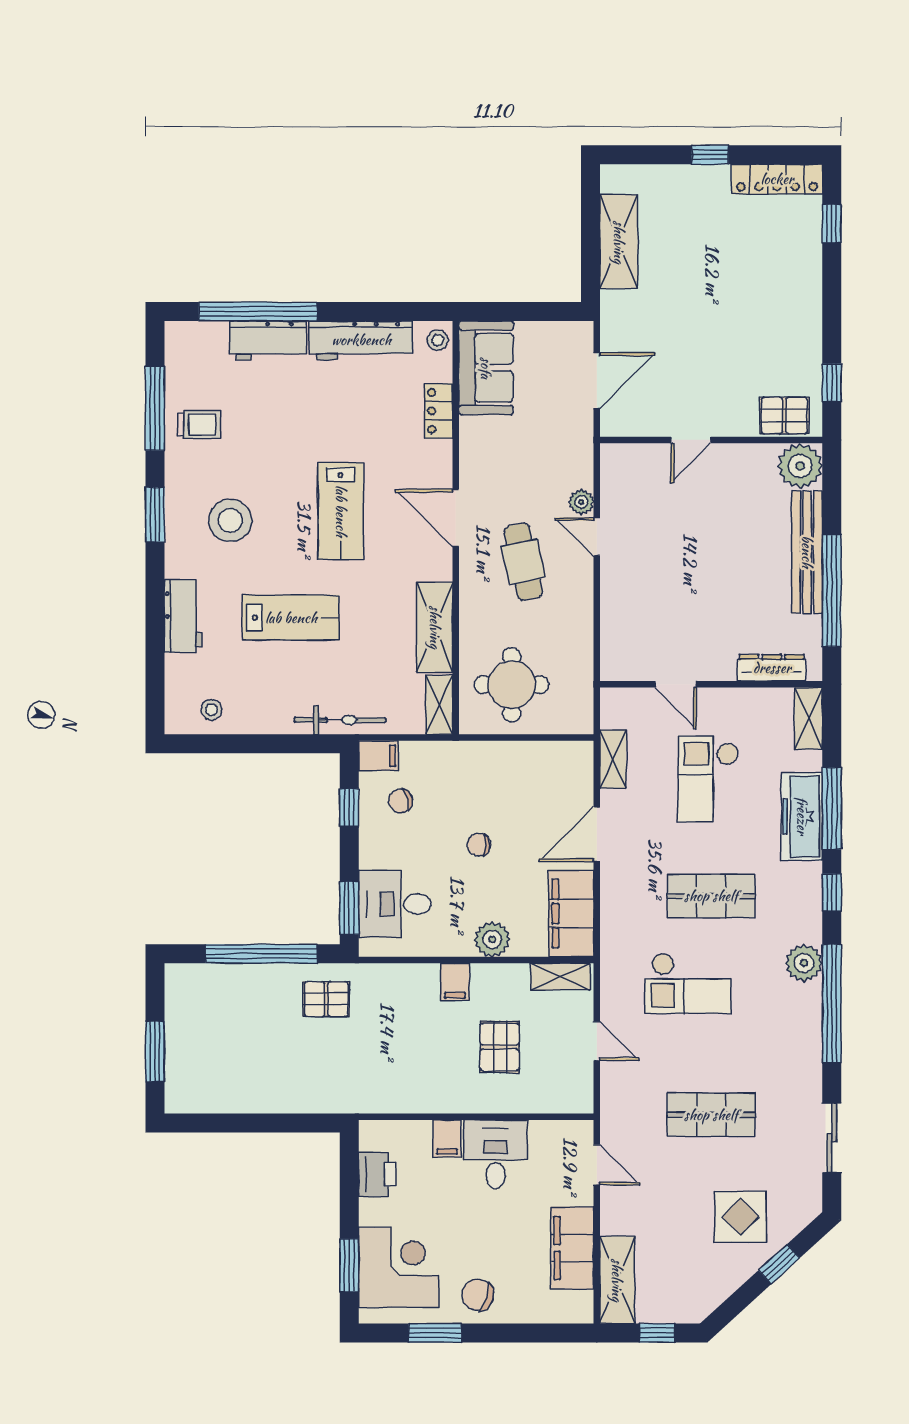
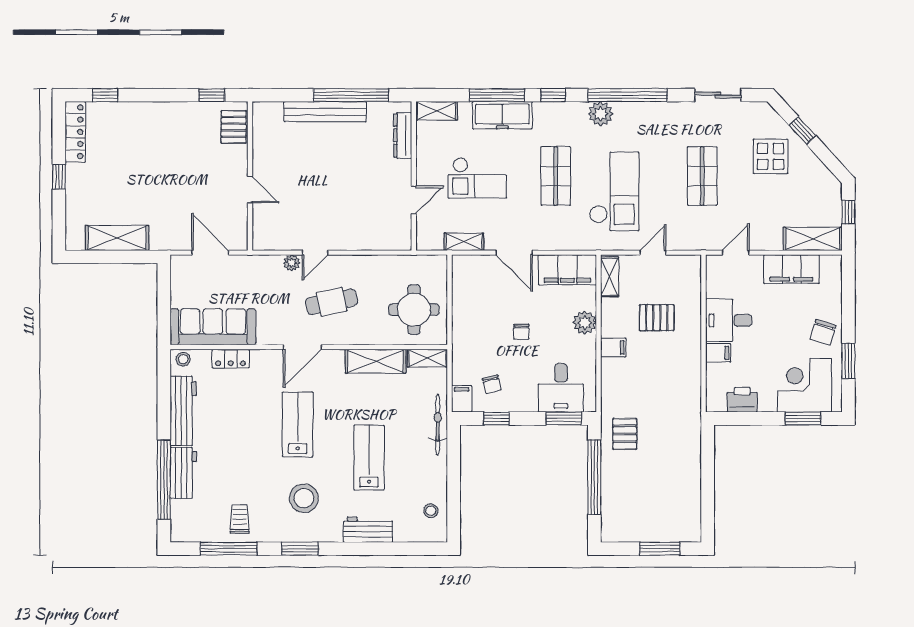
sofa: (486, 368) -> (213, 327), width x1.36
plant: (800, 466) -> (267, 116), removed
lab bench: (341, 511) -> (298, 424), turned -90
checkout: (688, 983) -> (614, 191), width x1.36, depth x1.21

